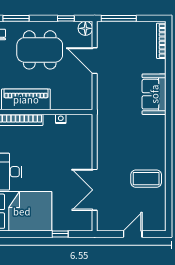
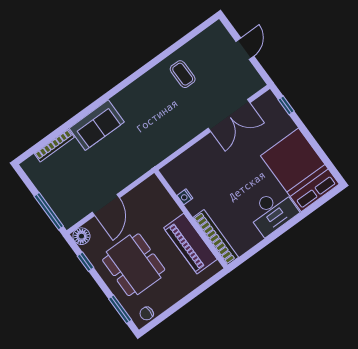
bookcase: (161, 41) -> (54, 145), moved
coffee table: (146, 179) -> (183, 74), width x0.73, depth x0.77
window: (60, 234) -> (286, 105), moved
door: (133, 234) -> (245, 49), swing flipped

